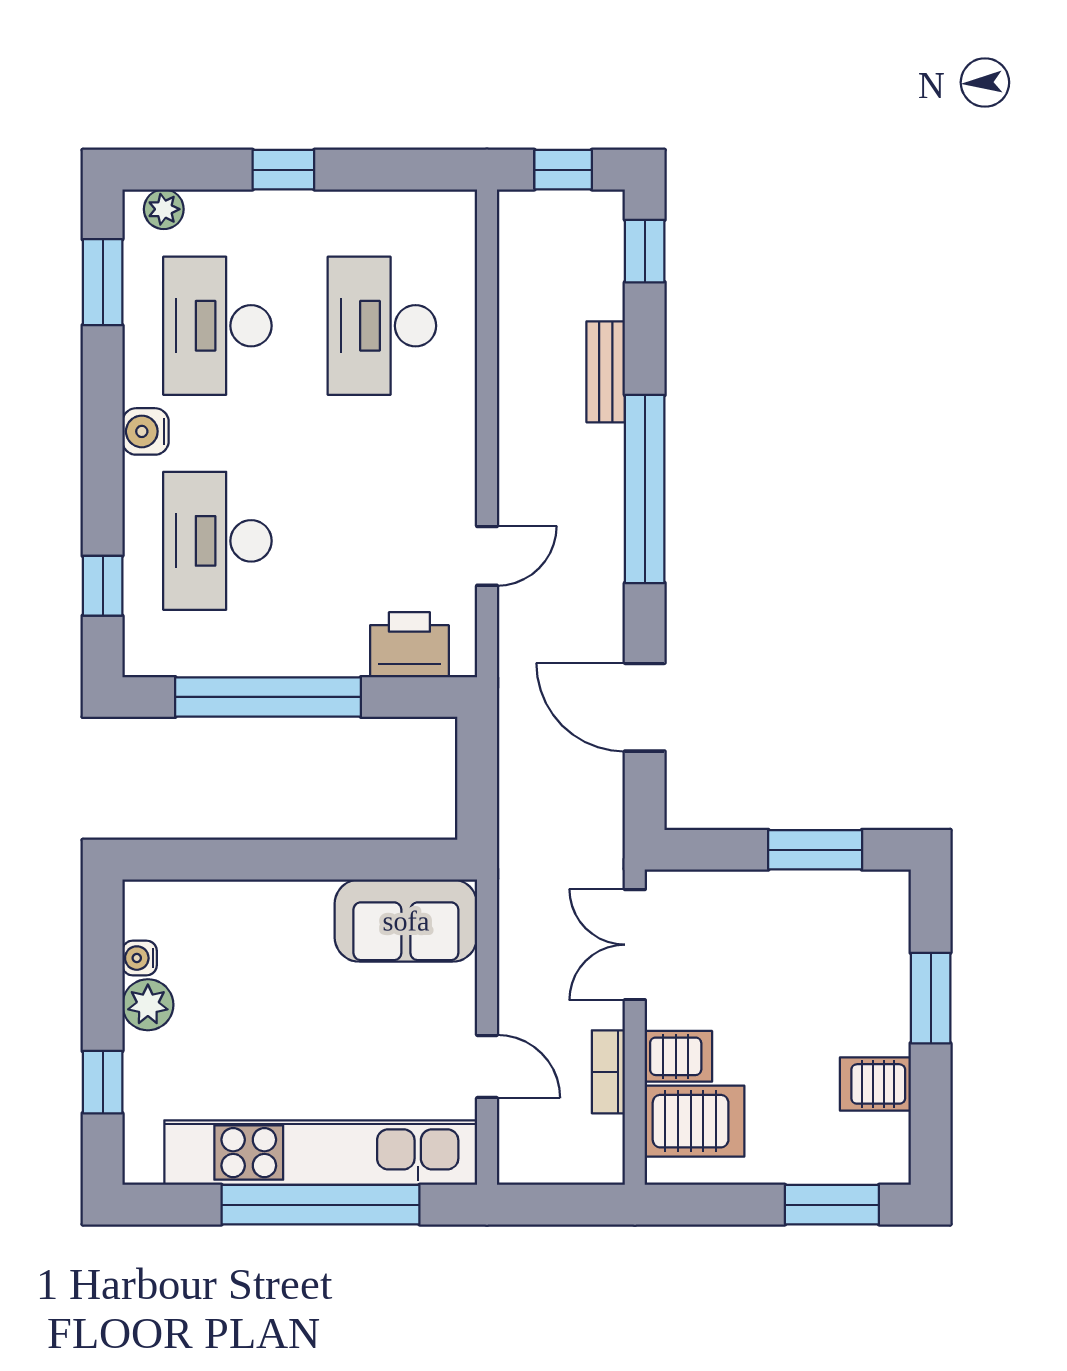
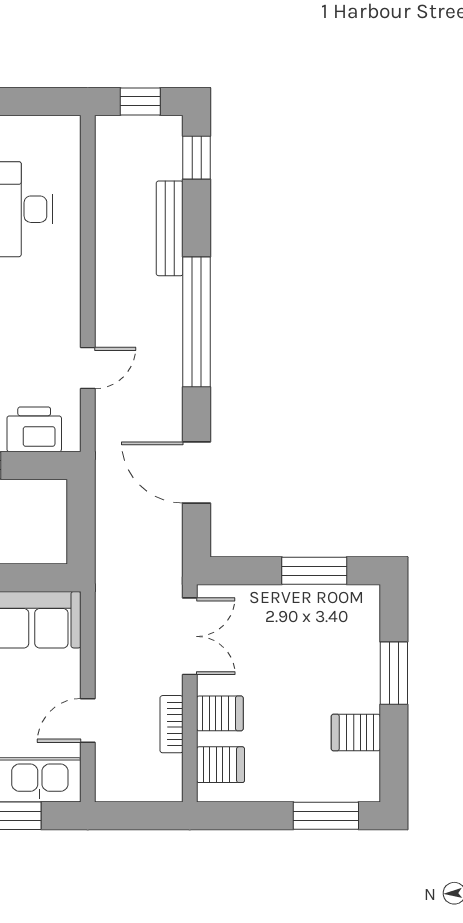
bench: (606, 372) -> (170, 228), width x1.36
double door: (635, 945) -> (190, 636), swing flipped
door: (487, 1067) -> (88, 720), swing flipped
server rack: (694, 1121) -> (220, 765), width x0.73, depth x0.70

